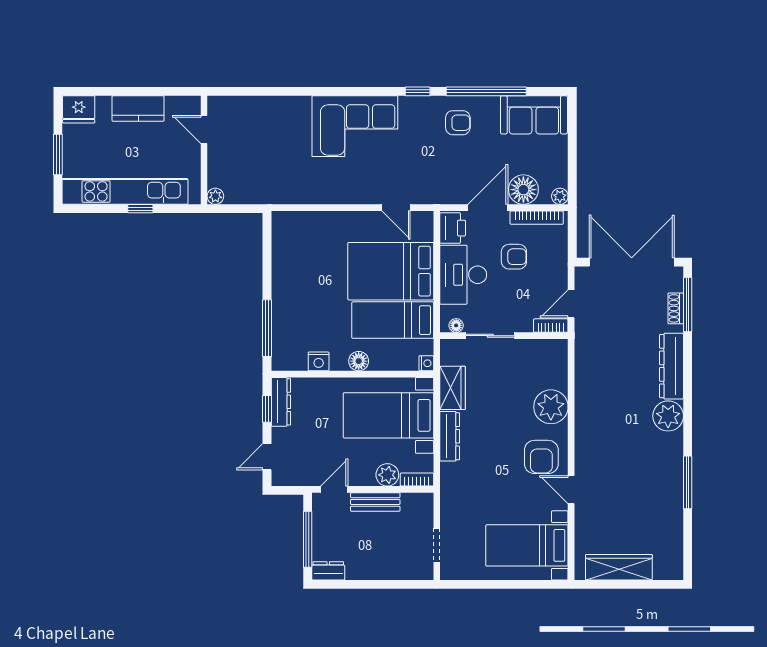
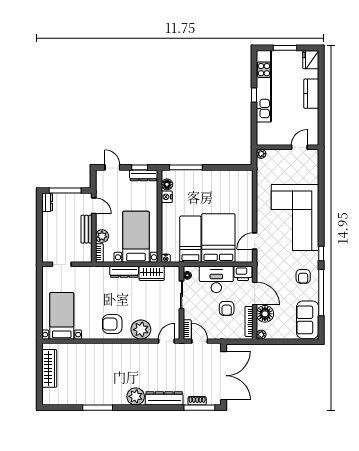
corner sofa: (355, 126) -> (295, 218), width x1.36, depth x1.36
door: (204, 129) -> (299, 147), moved
wall: (204, 150) -> (288, 147), moved
plant: (215, 196) -> (261, 154), moved
floor lamp: (359, 361) -> (167, 184), moved
door: (571, 490) -> (166, 341), moved

